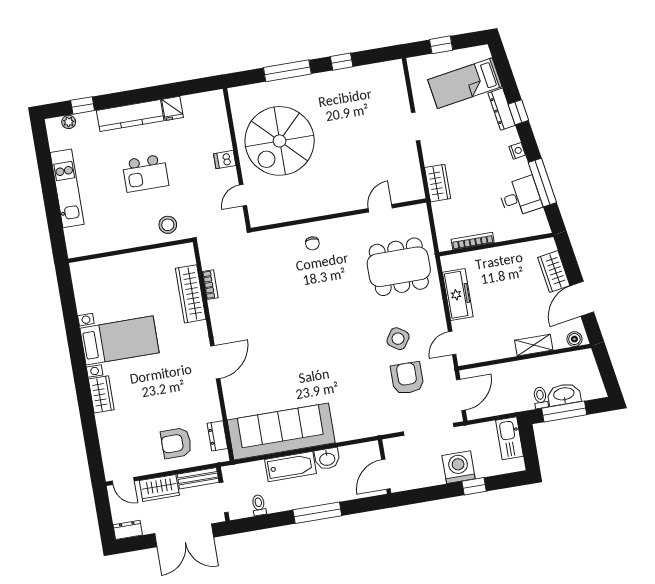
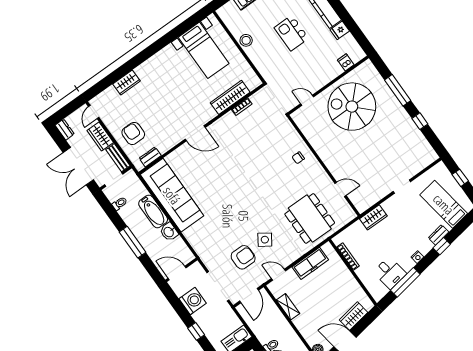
dresser: (502, 109) -> (439, 235), width x0.70
dishwasher: (225, 160) -> (346, 62), moved
stool: (168, 225) -> (246, 40), moved
bed with nightstands: (120, 340) -> (204, 50), moved
shelving: (534, 345) -> (288, 307), moved
wardrobe: (101, 394) -> (126, 83), moved
door: (461, 395) -> (249, 296), hinge flipped
washing machine: (459, 467) -> (193, 301), moved

